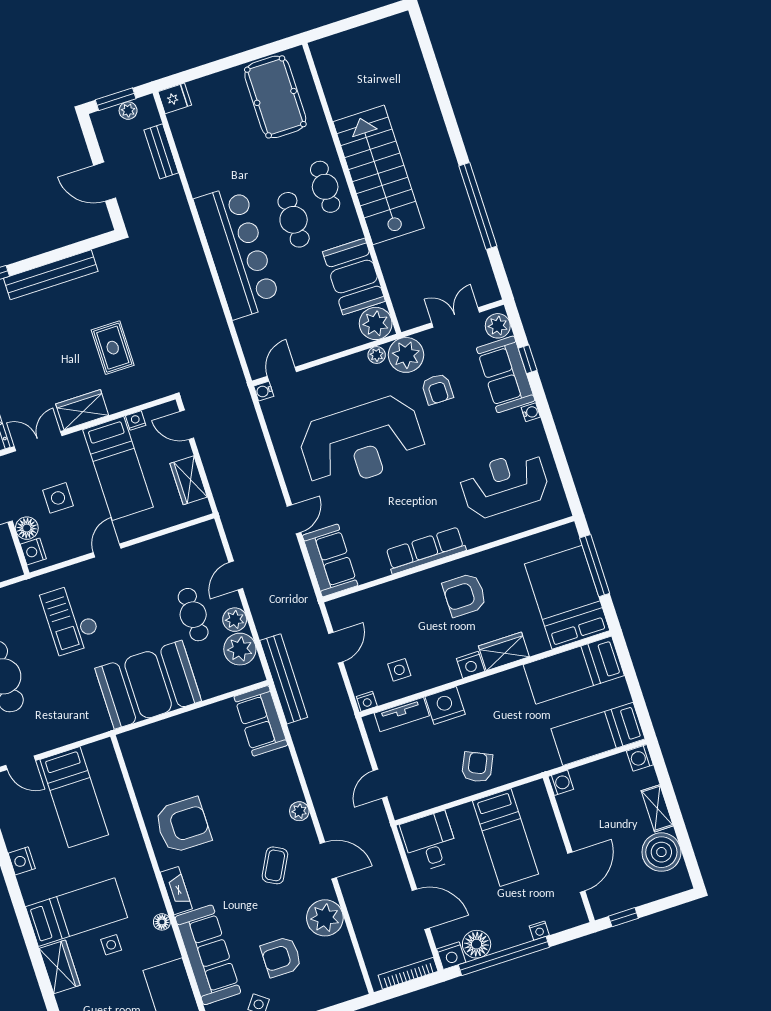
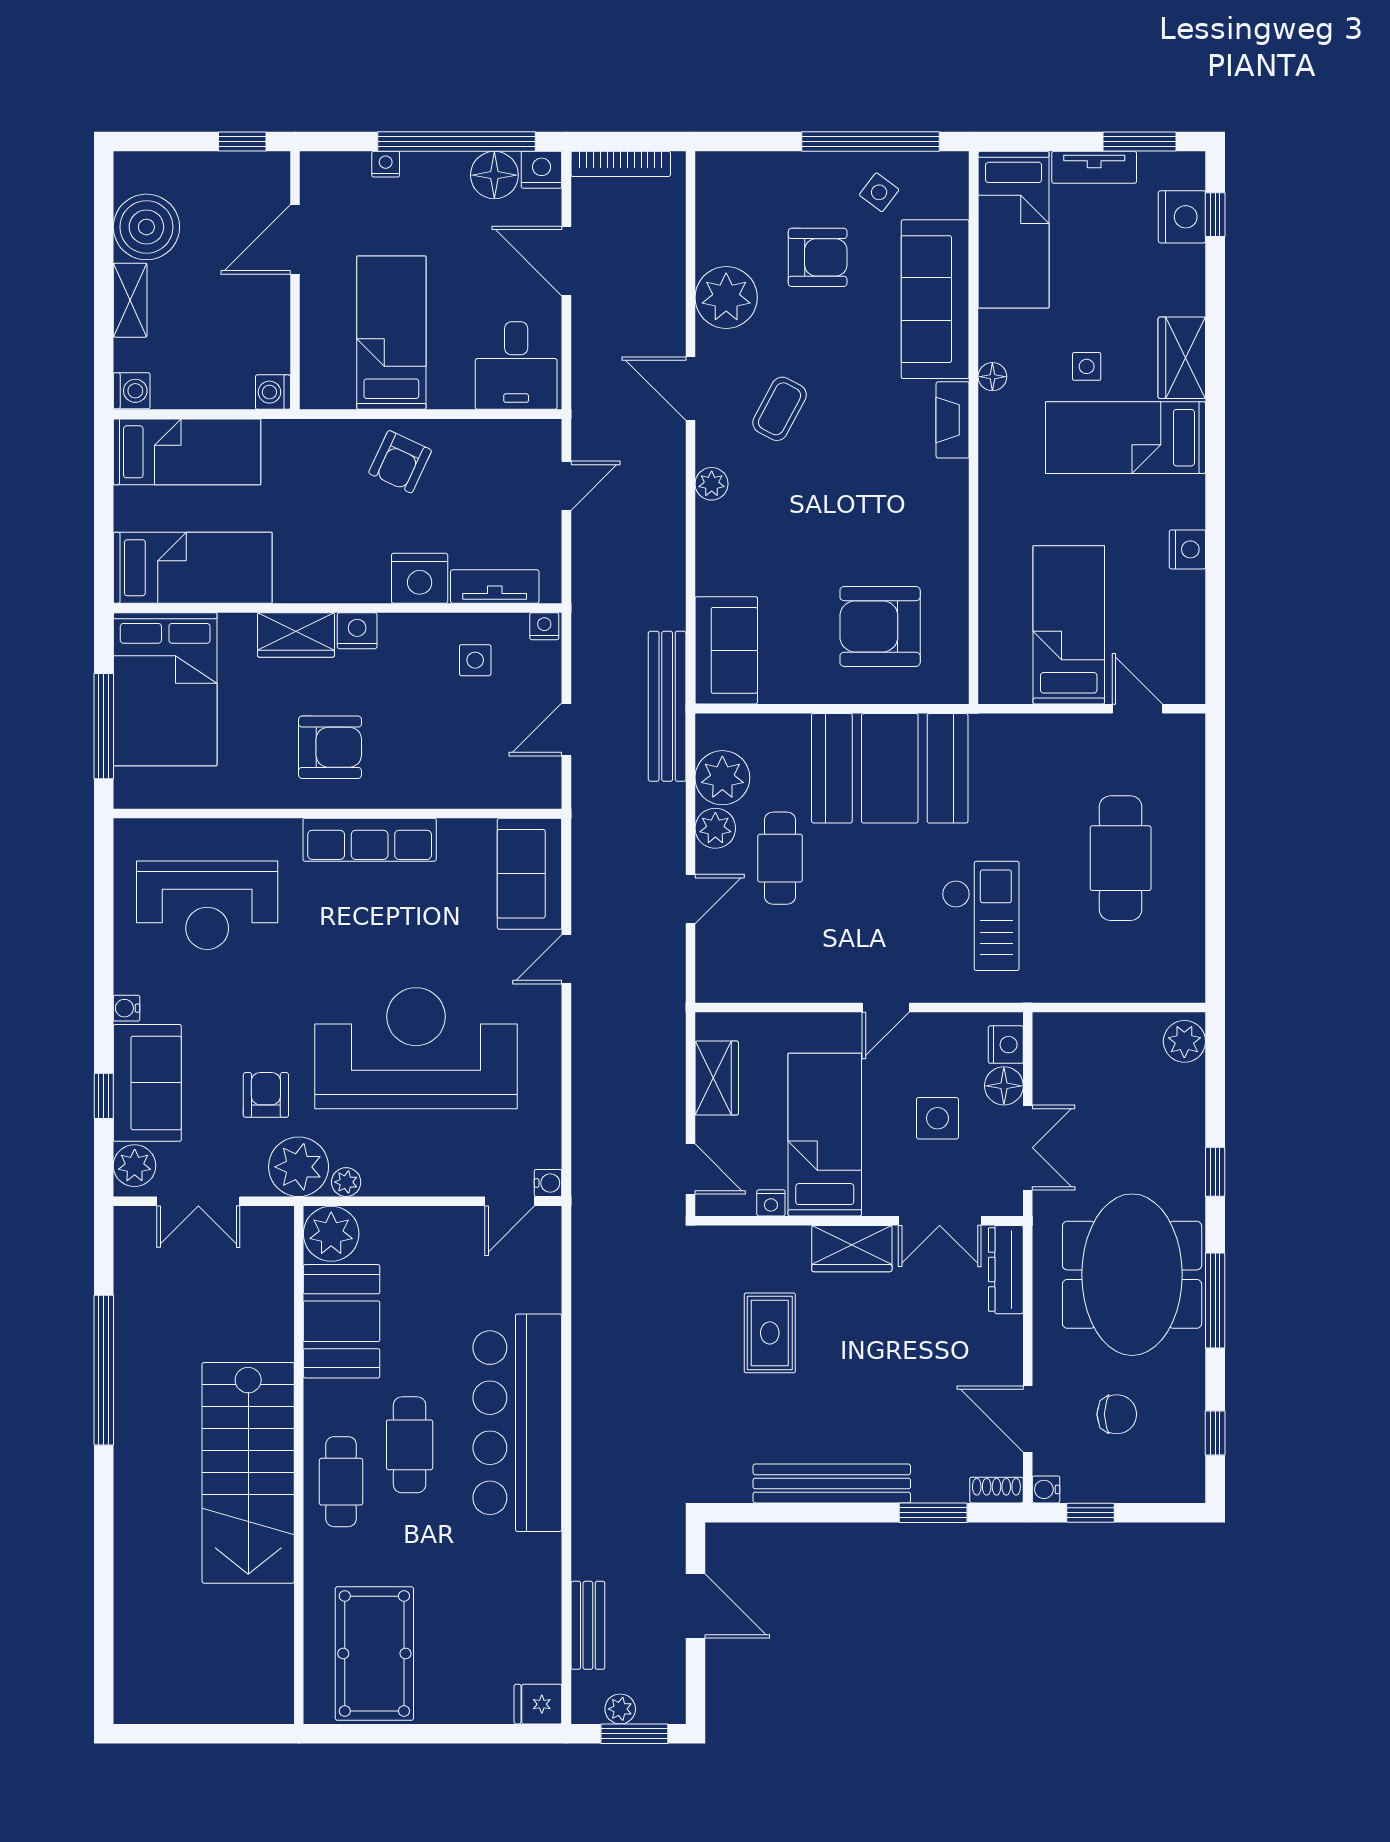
armchair: (183, 825) -> (880, 626), moved

